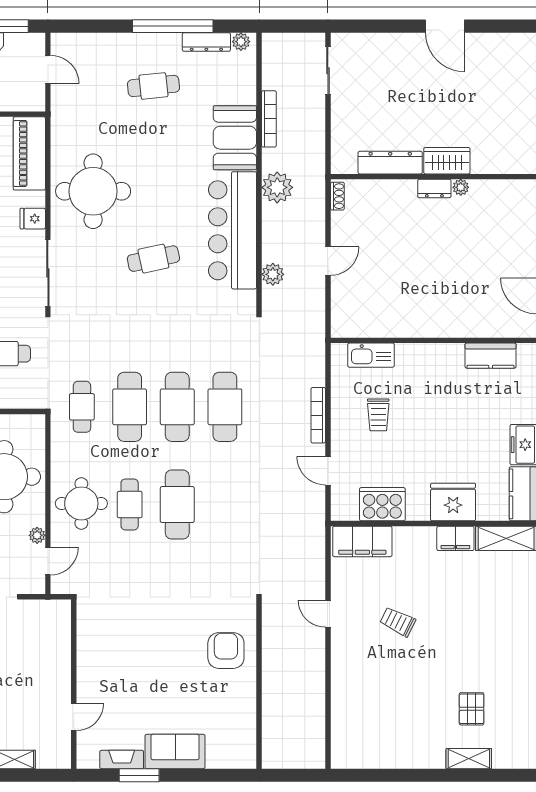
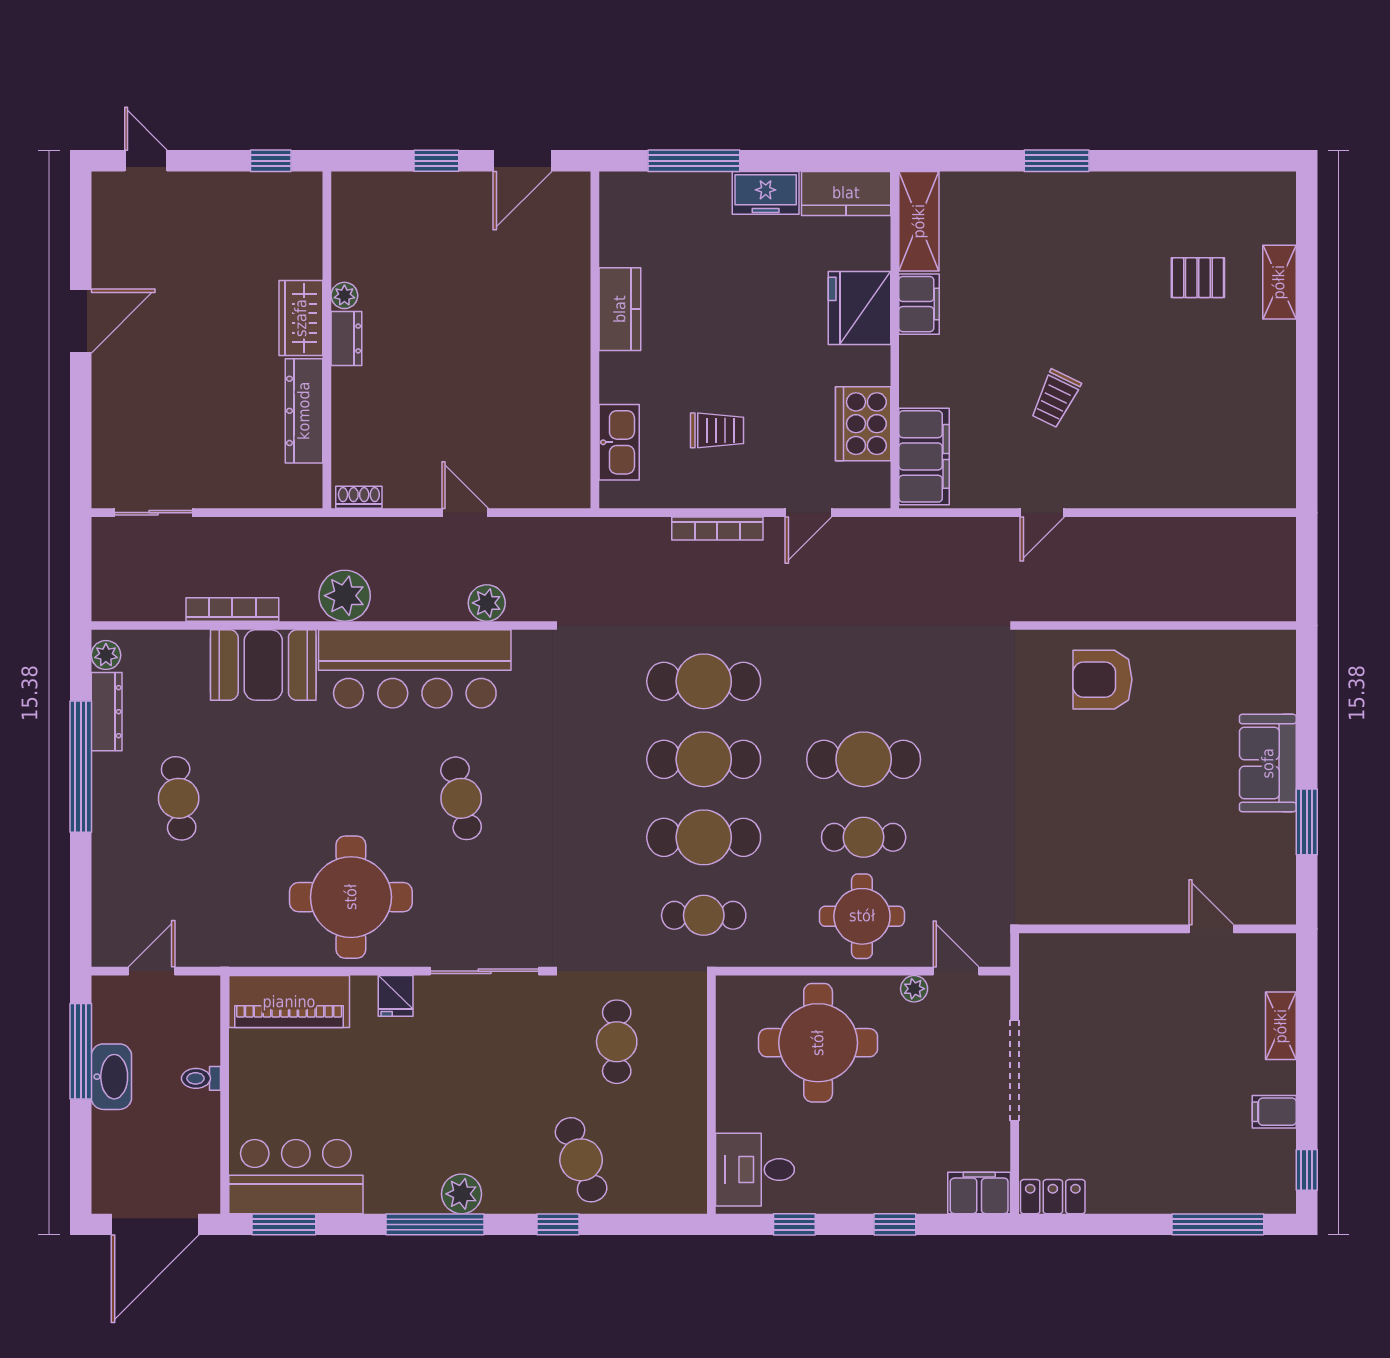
kitchen counter: (491, 356) -> (620, 309), moved
fireplace: (122, 759) -> (1281, 850), removed

